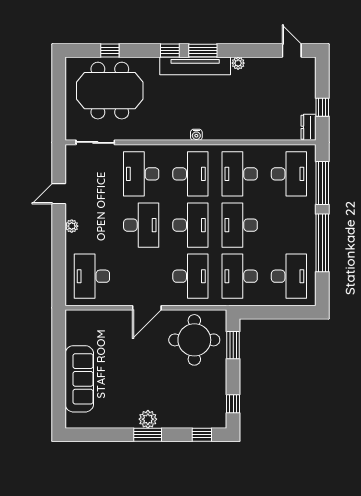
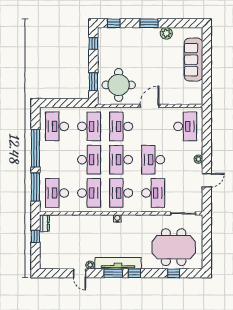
door: (292, 50) -> (80, 273), moved
plant: (148, 419) -> (166, 33), moved

